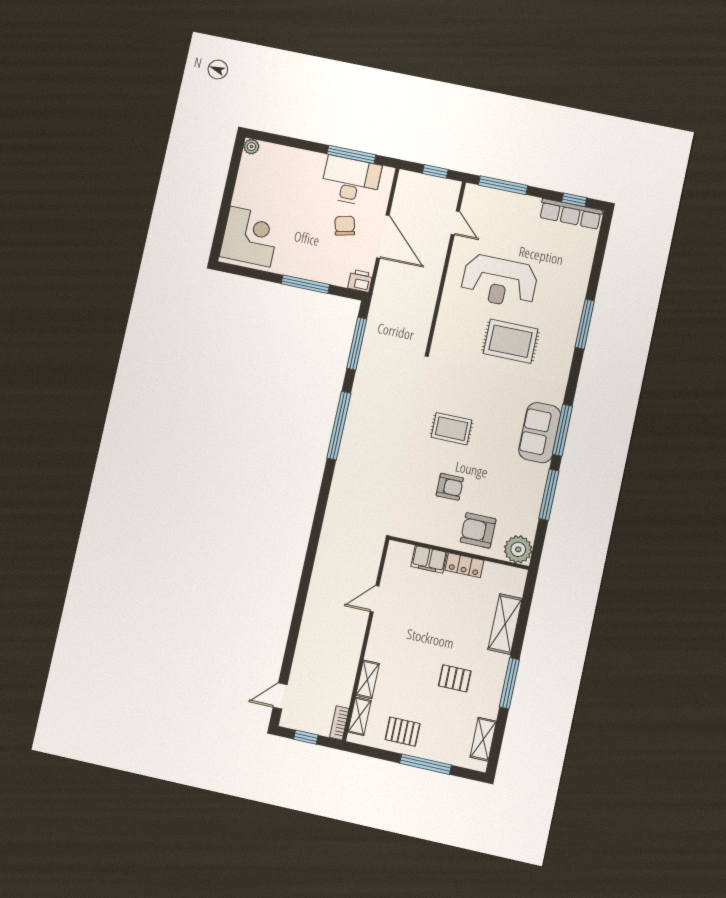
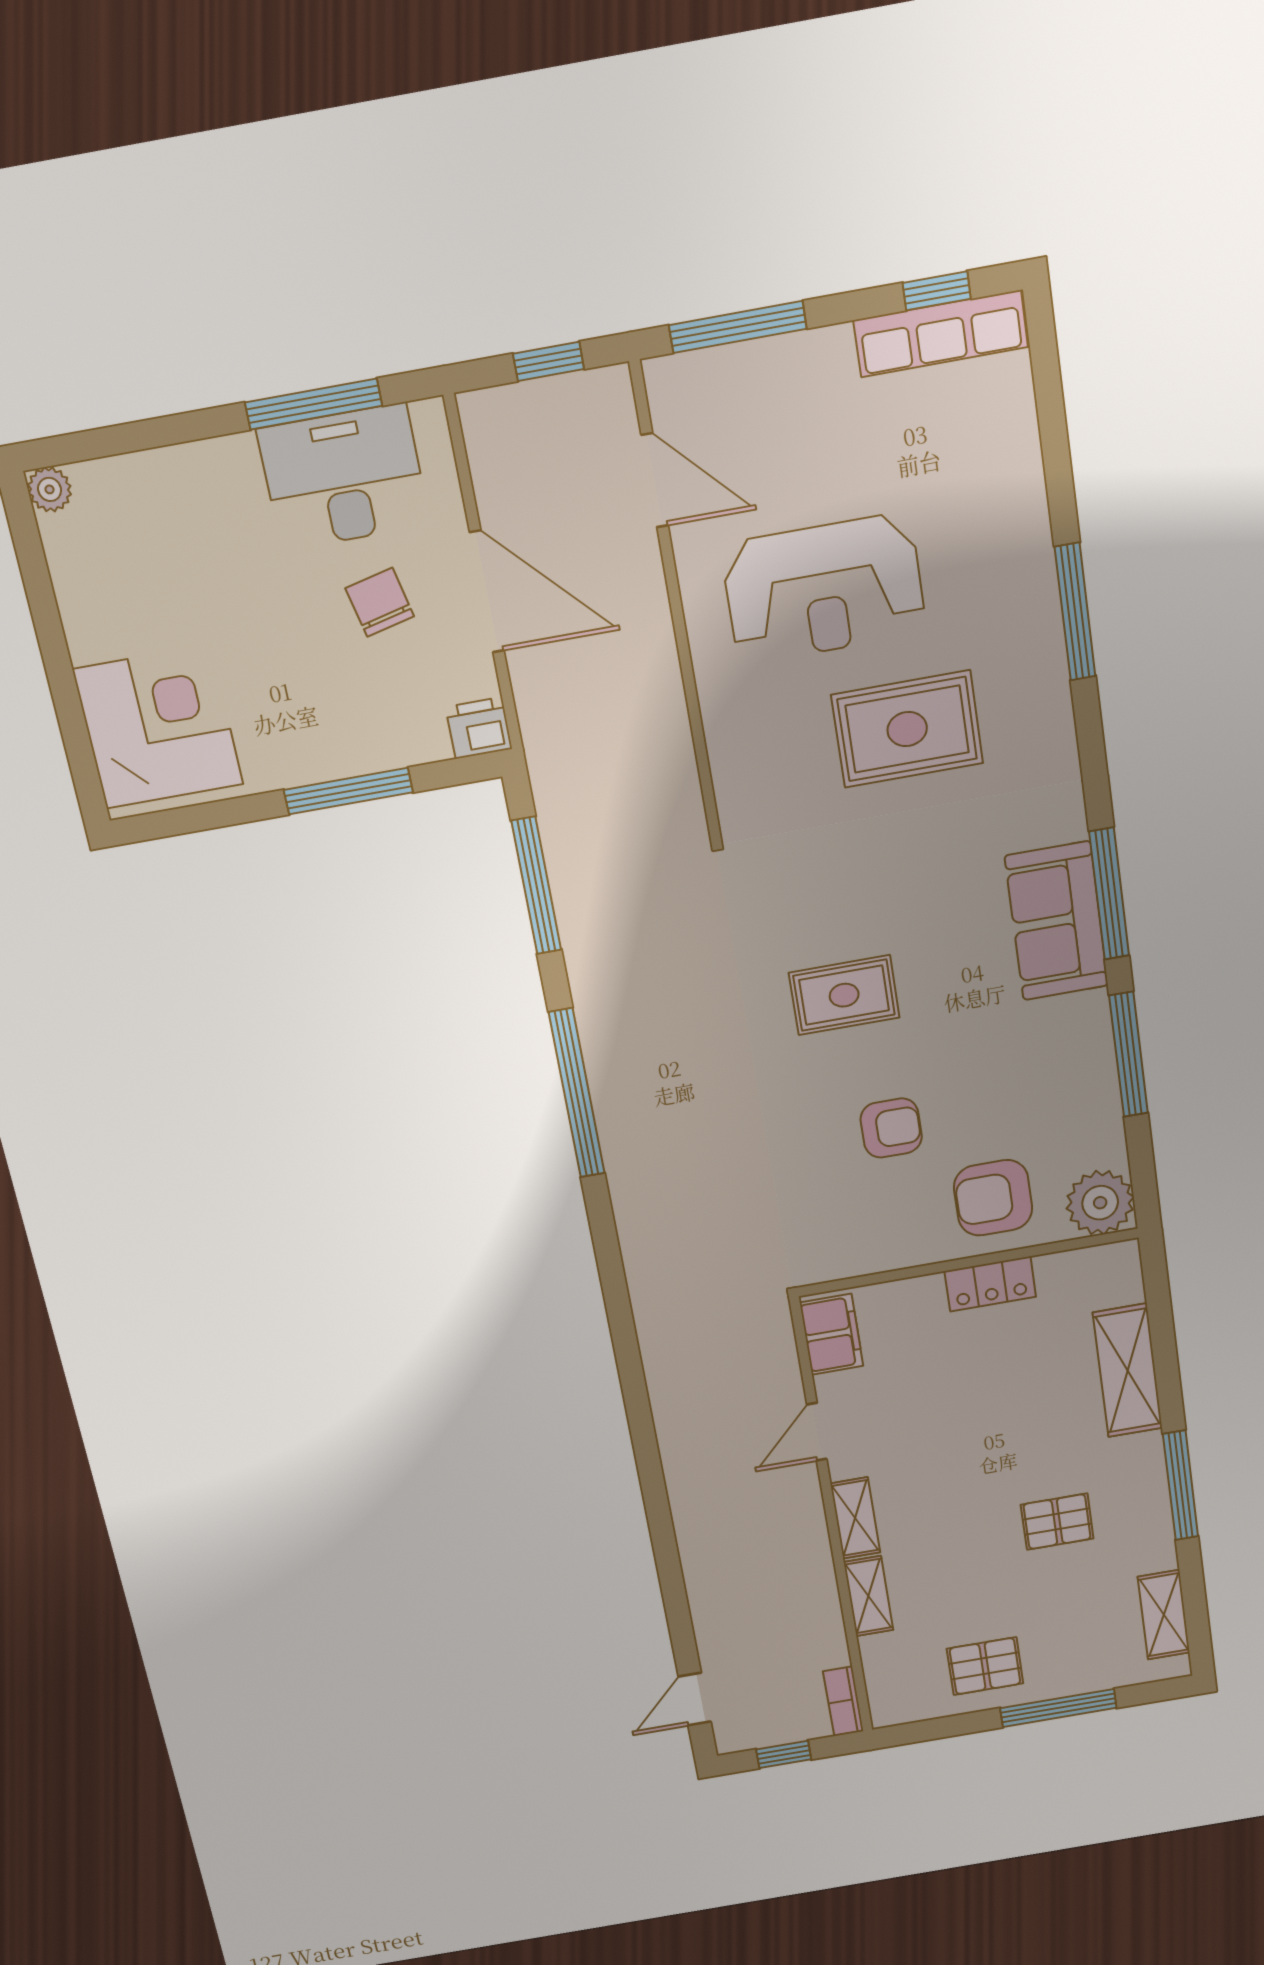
door: (455, 223) -> (655, 480), width x1.38
filing cabinet: (429, 559) -> (832, 1334), moved, turned -90
shelving: (360, 716) -> (855, 1518), moved

